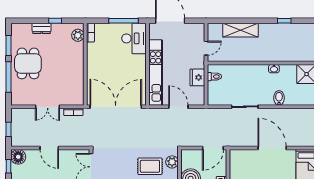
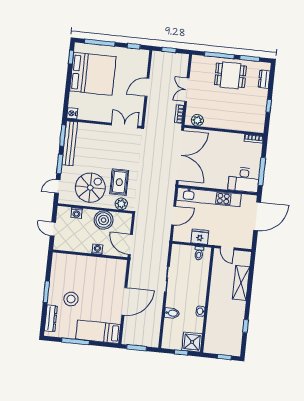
dresser: (42, 28) -> (264, 79), moved
plant: (78, 35) -> (197, 120), moved
floor lamp: (18, 157) -> (142, 56), removed

